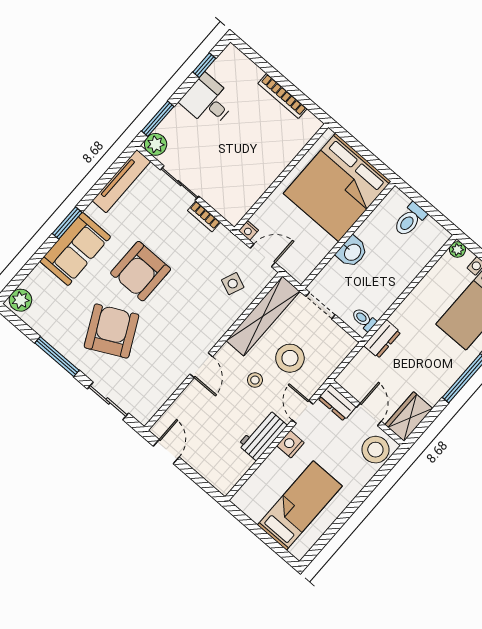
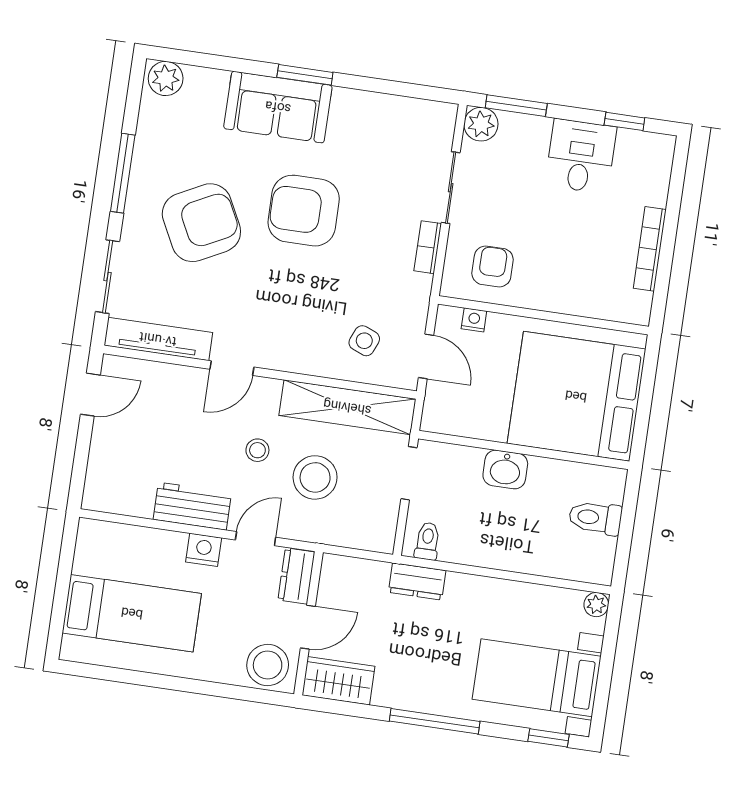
tv unit: (121, 181) -> (158, 339), moved, turned 180
armchair: (237, 188) -> (493, 266), added
nightstand: (249, 231) -> (474, 320), moved, turned 90

